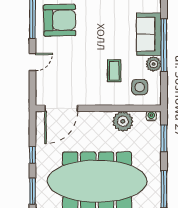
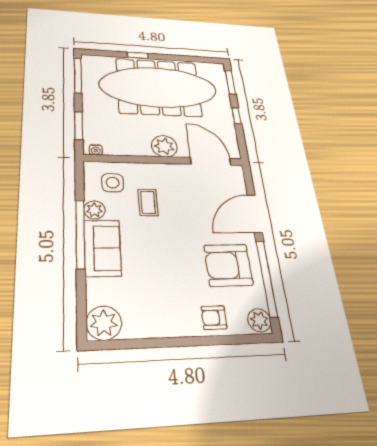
door: (33, 62) -> (255, 214), width x1.88
door: (61, 108) -> (211, 161), hinge flipped
plant: (123, 121) -> (164, 146), moved

